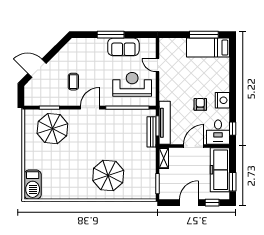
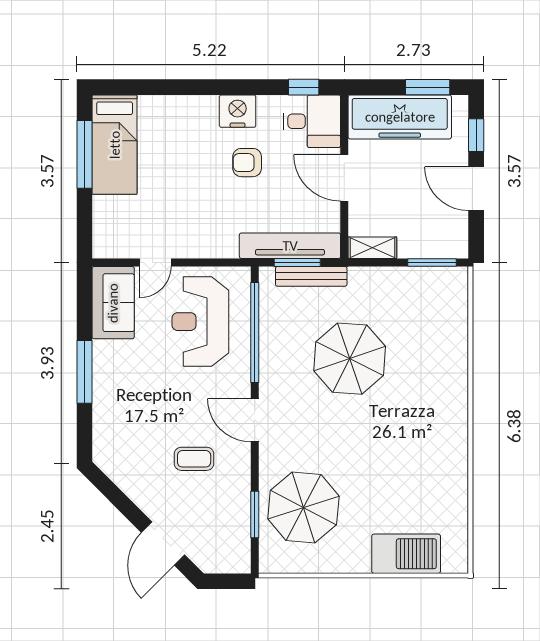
sofa: (123, 47) -> (113, 303), moved
parasol: (108, 175) -> (350, 359), moved
barbecue: (33, 185) -> (406, 554), moved

